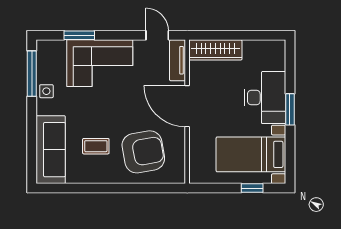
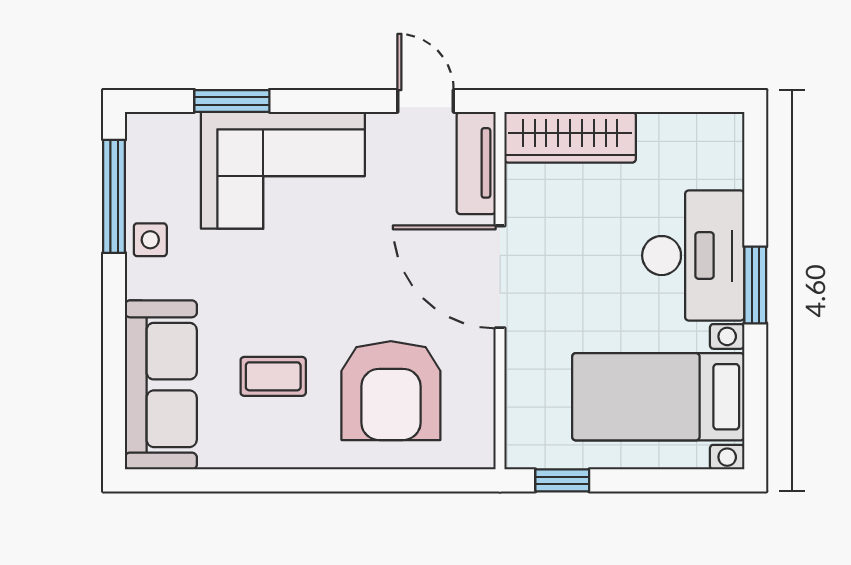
armchair: (143, 152) -> (391, 391), turned 100
window: (252, 188) -> (562, 480), moved

